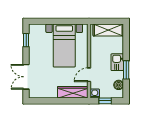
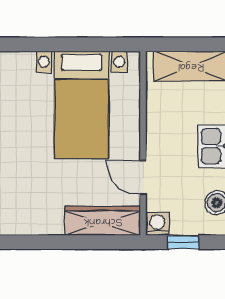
door: (89, 75) -> (143, 177), hinge flipped

